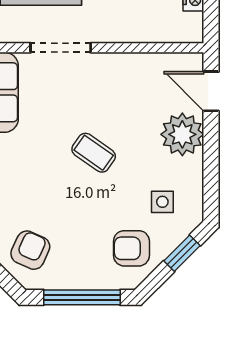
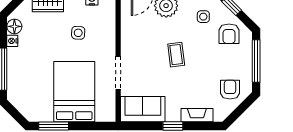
coffee table: (94, 153) -> (176, 55), turned -42
armchair: (30, 250) -> (230, 90), turned 66

